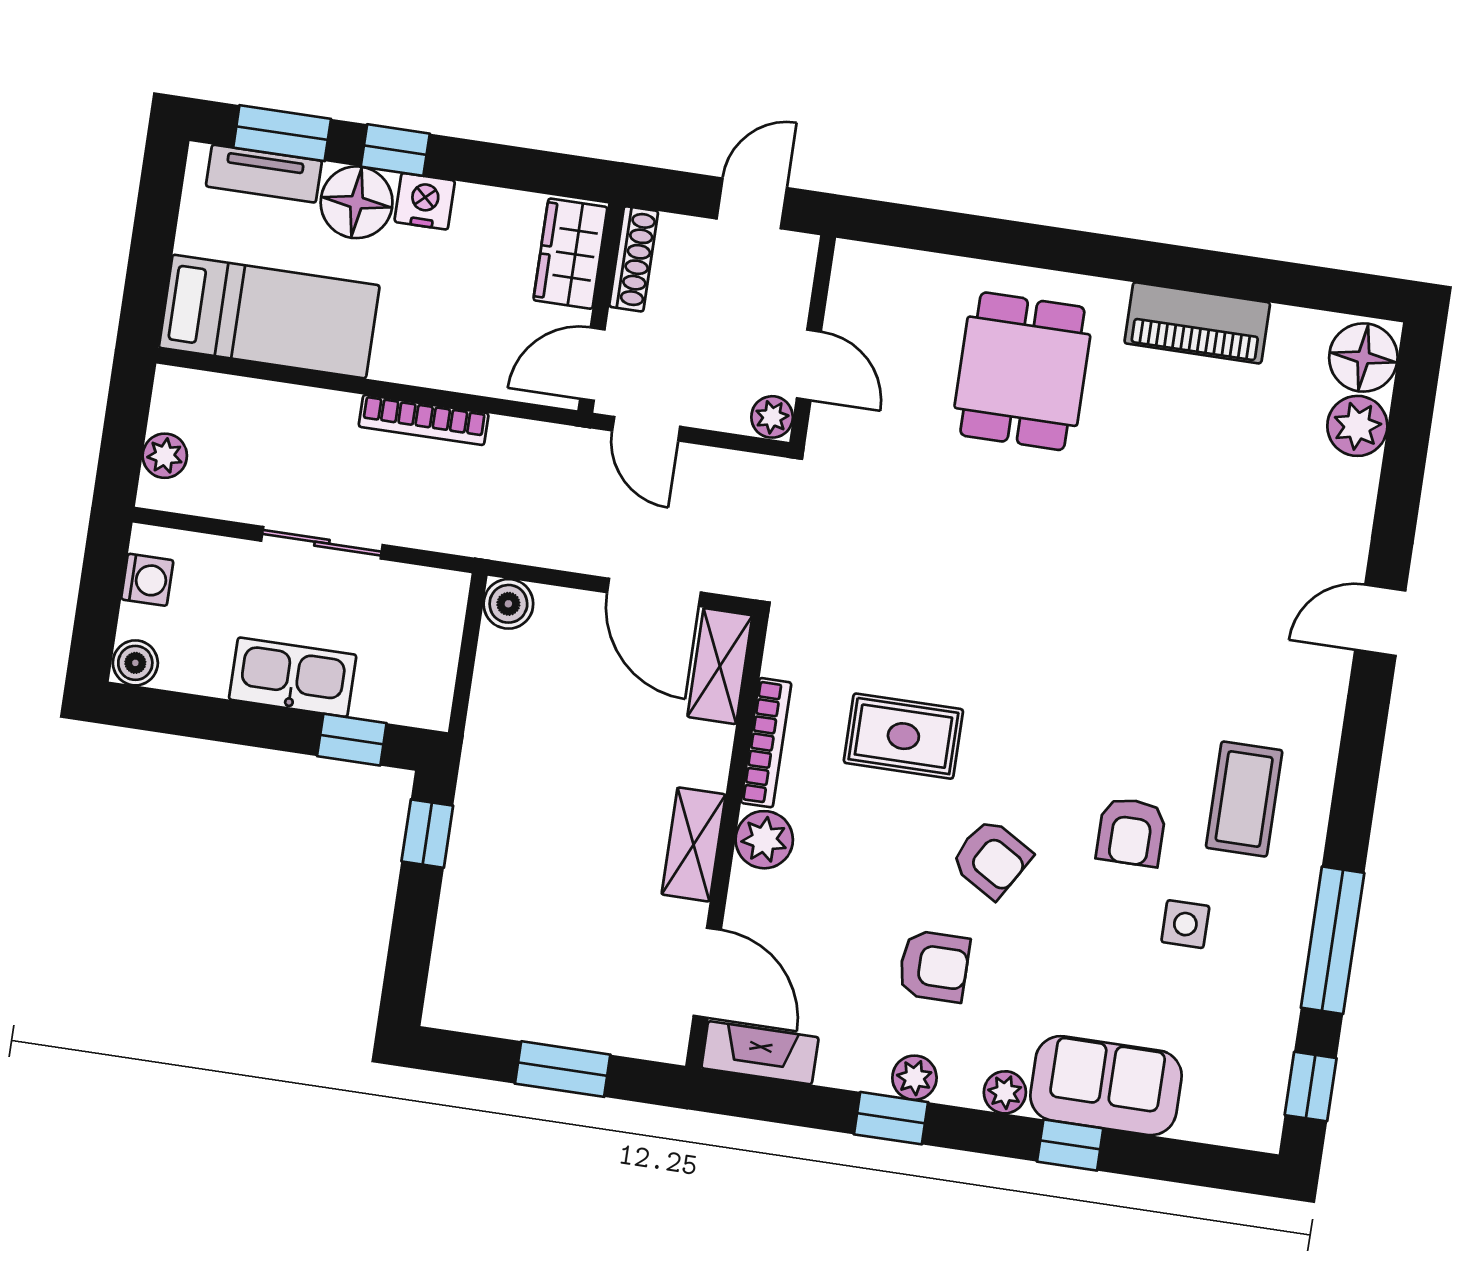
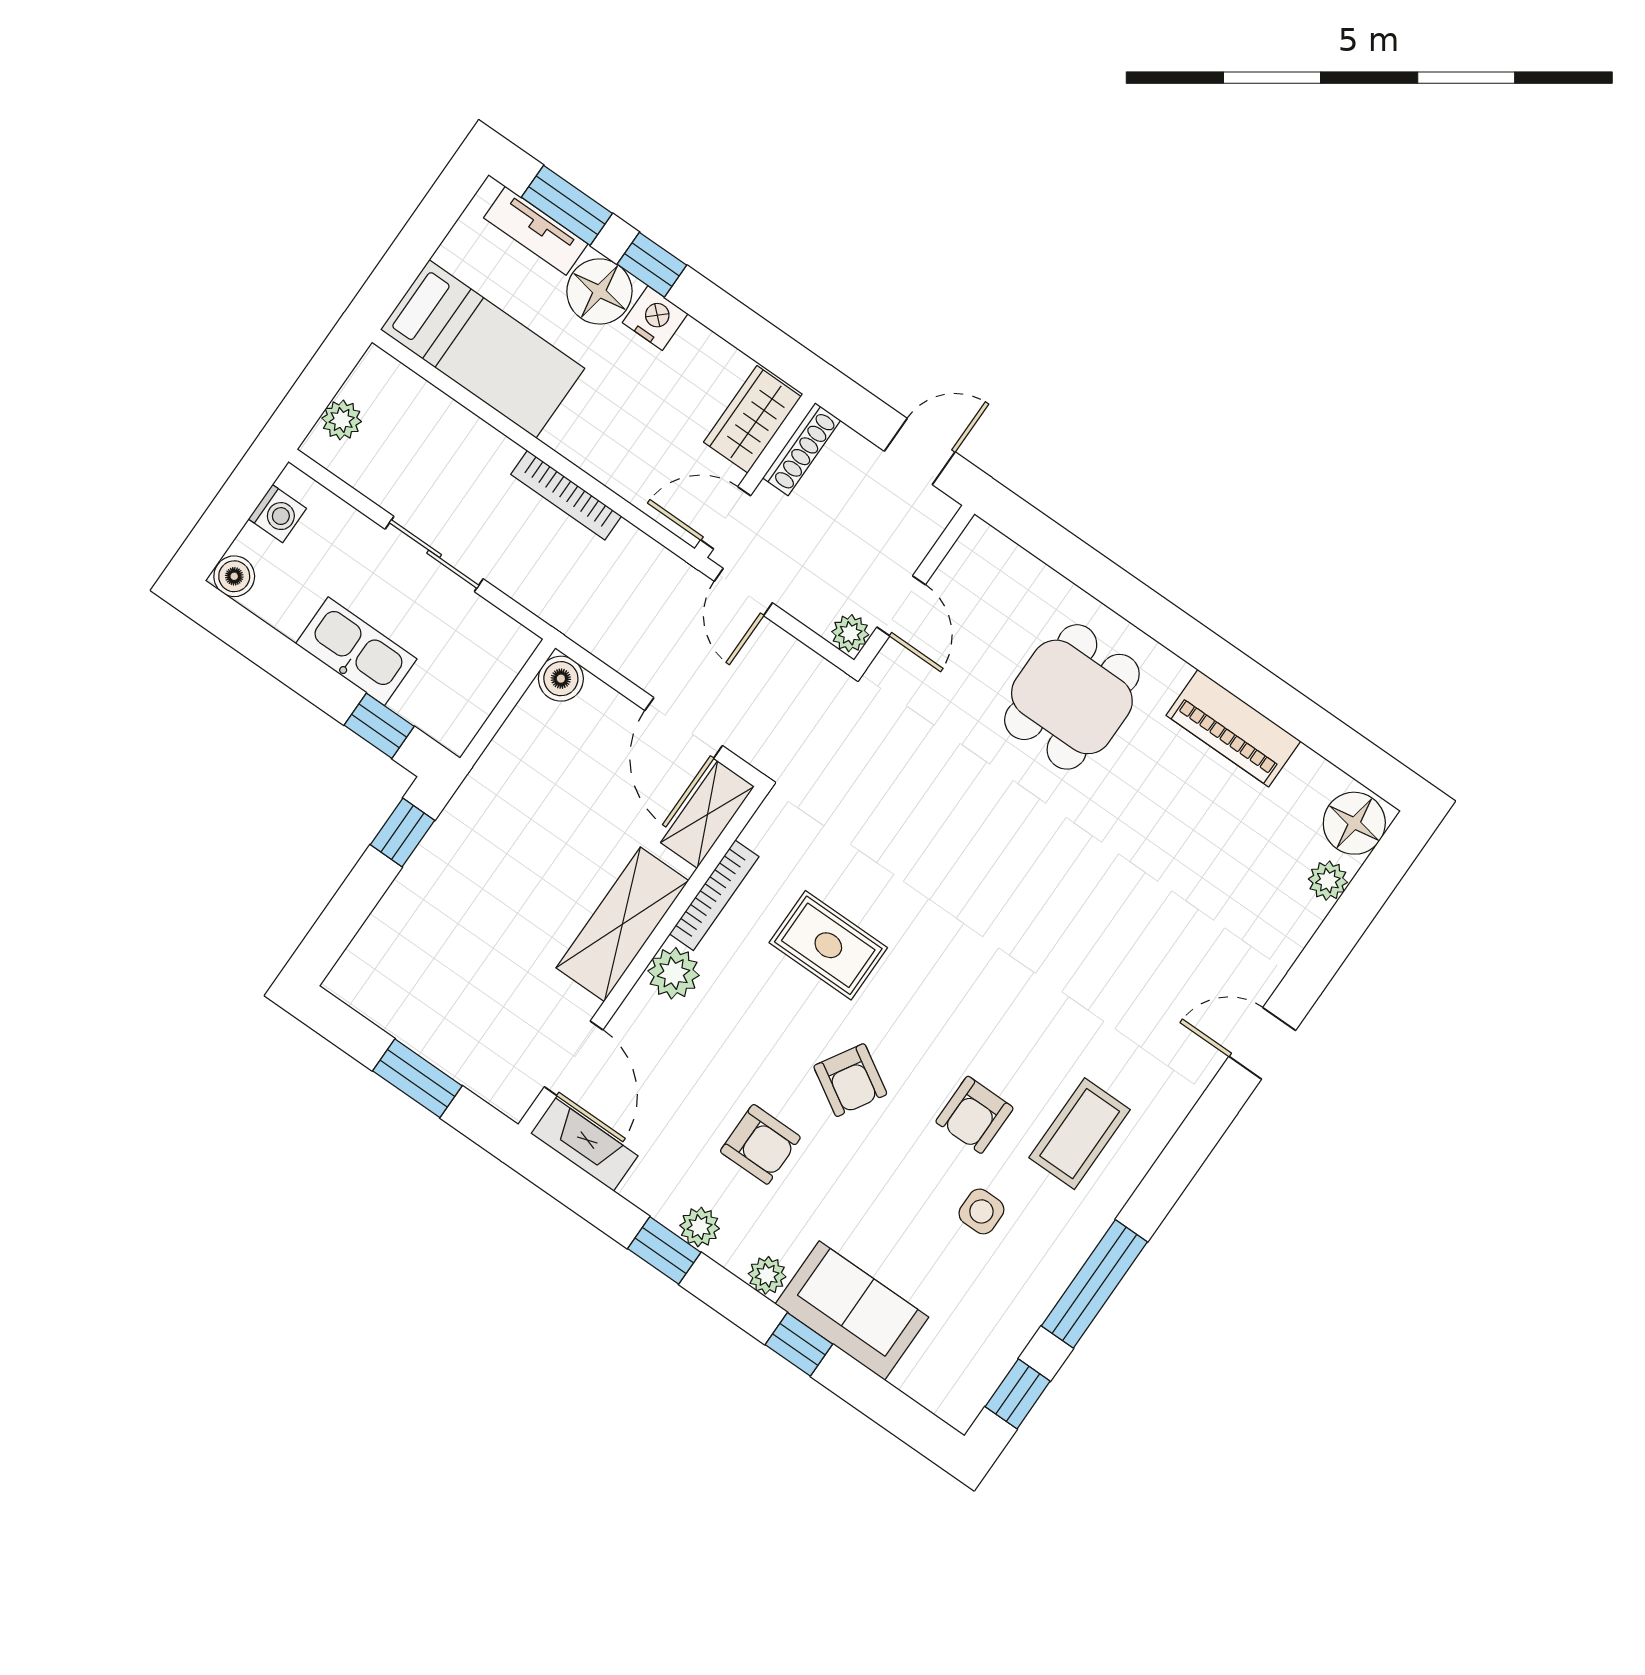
plant: (1357, 426) -> (1328, 881), width x0.73, depth x0.73
shelving: (694, 844) -> (622, 924), width x1.50, depth x1.33

